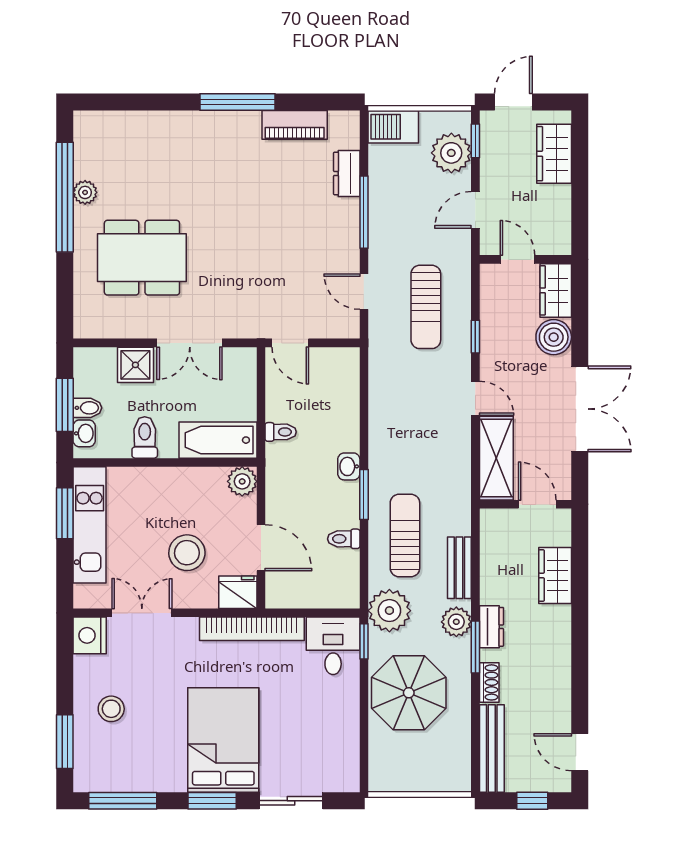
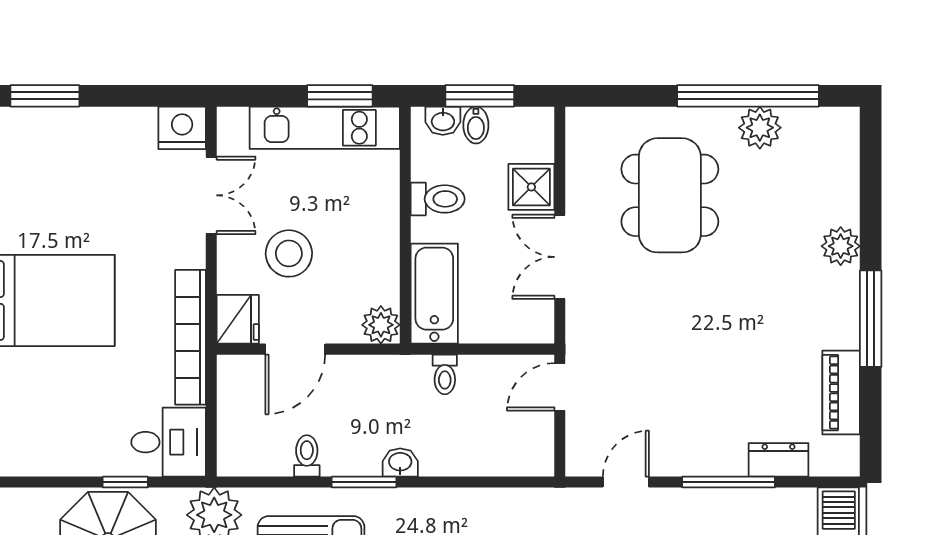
plant: (181, 125) -> (841, 246), added
plant: (85, 192) -> (760, 128), width x1.38, depth x1.38
window: (364, 641) -> (125, 482), moved
stool: (111, 709) -> (87, 156), removed

